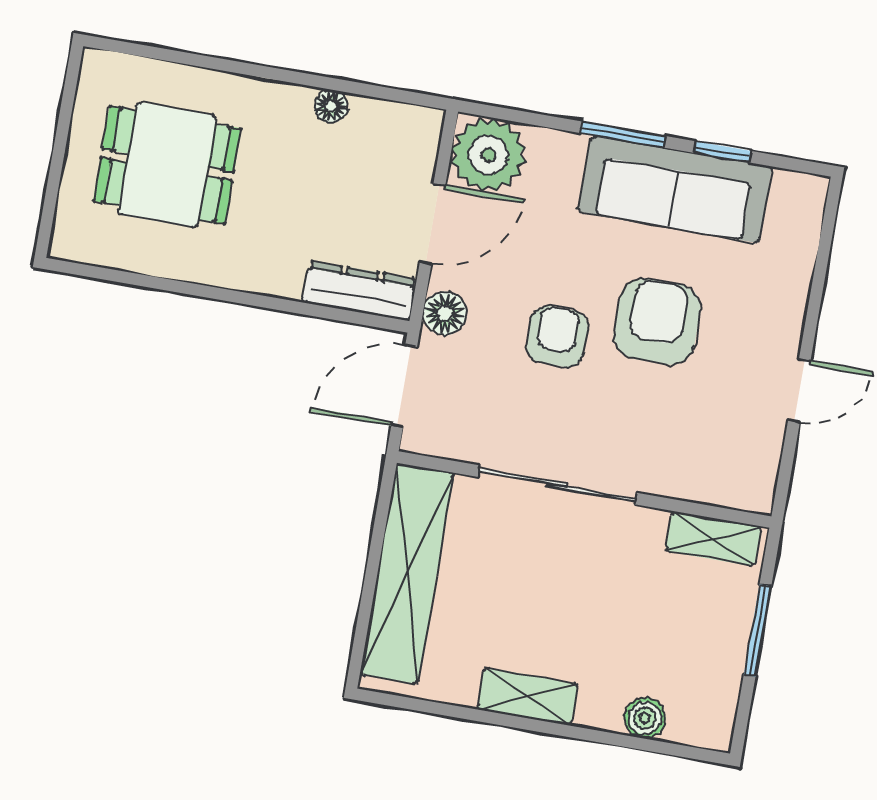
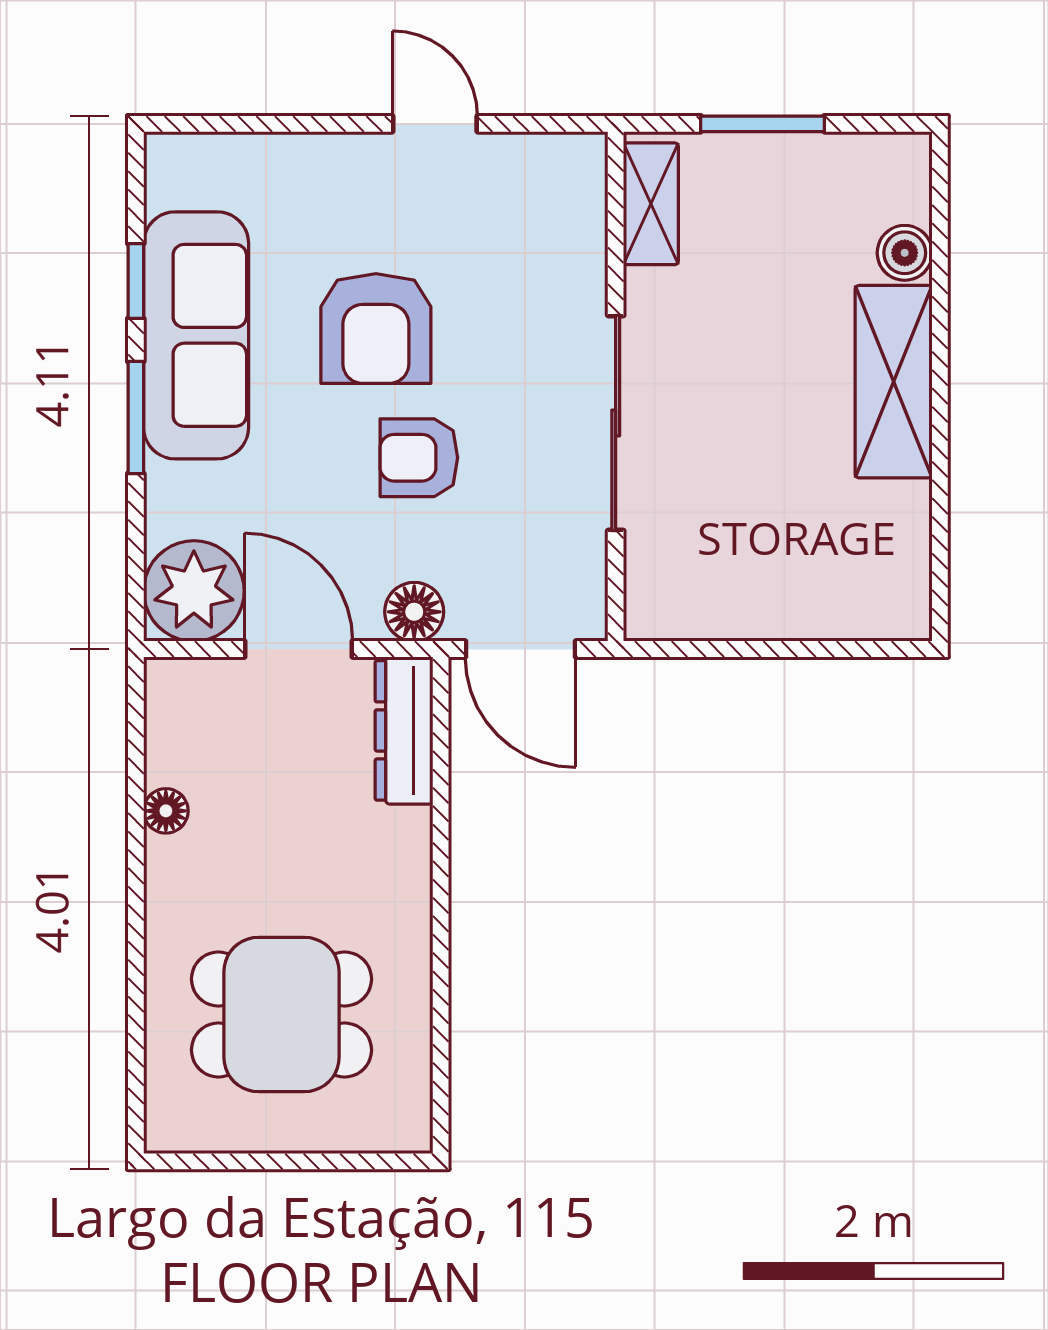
dining table: (167, 165) -> (281, 1014), turned 90
armchair: (657, 321) -> (376, 329), turned -90
shelving: (407, 574) -> (768, 602), removed
shelving: (527, 696) -> (894, 382), width x1.50, depth x1.33

